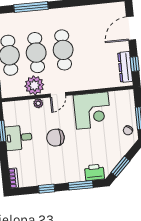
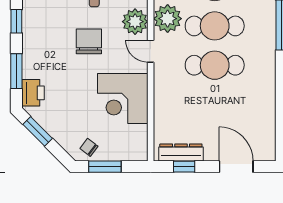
plant: (38, 103) -> (135, 22), width x1.87, depth x1.87

